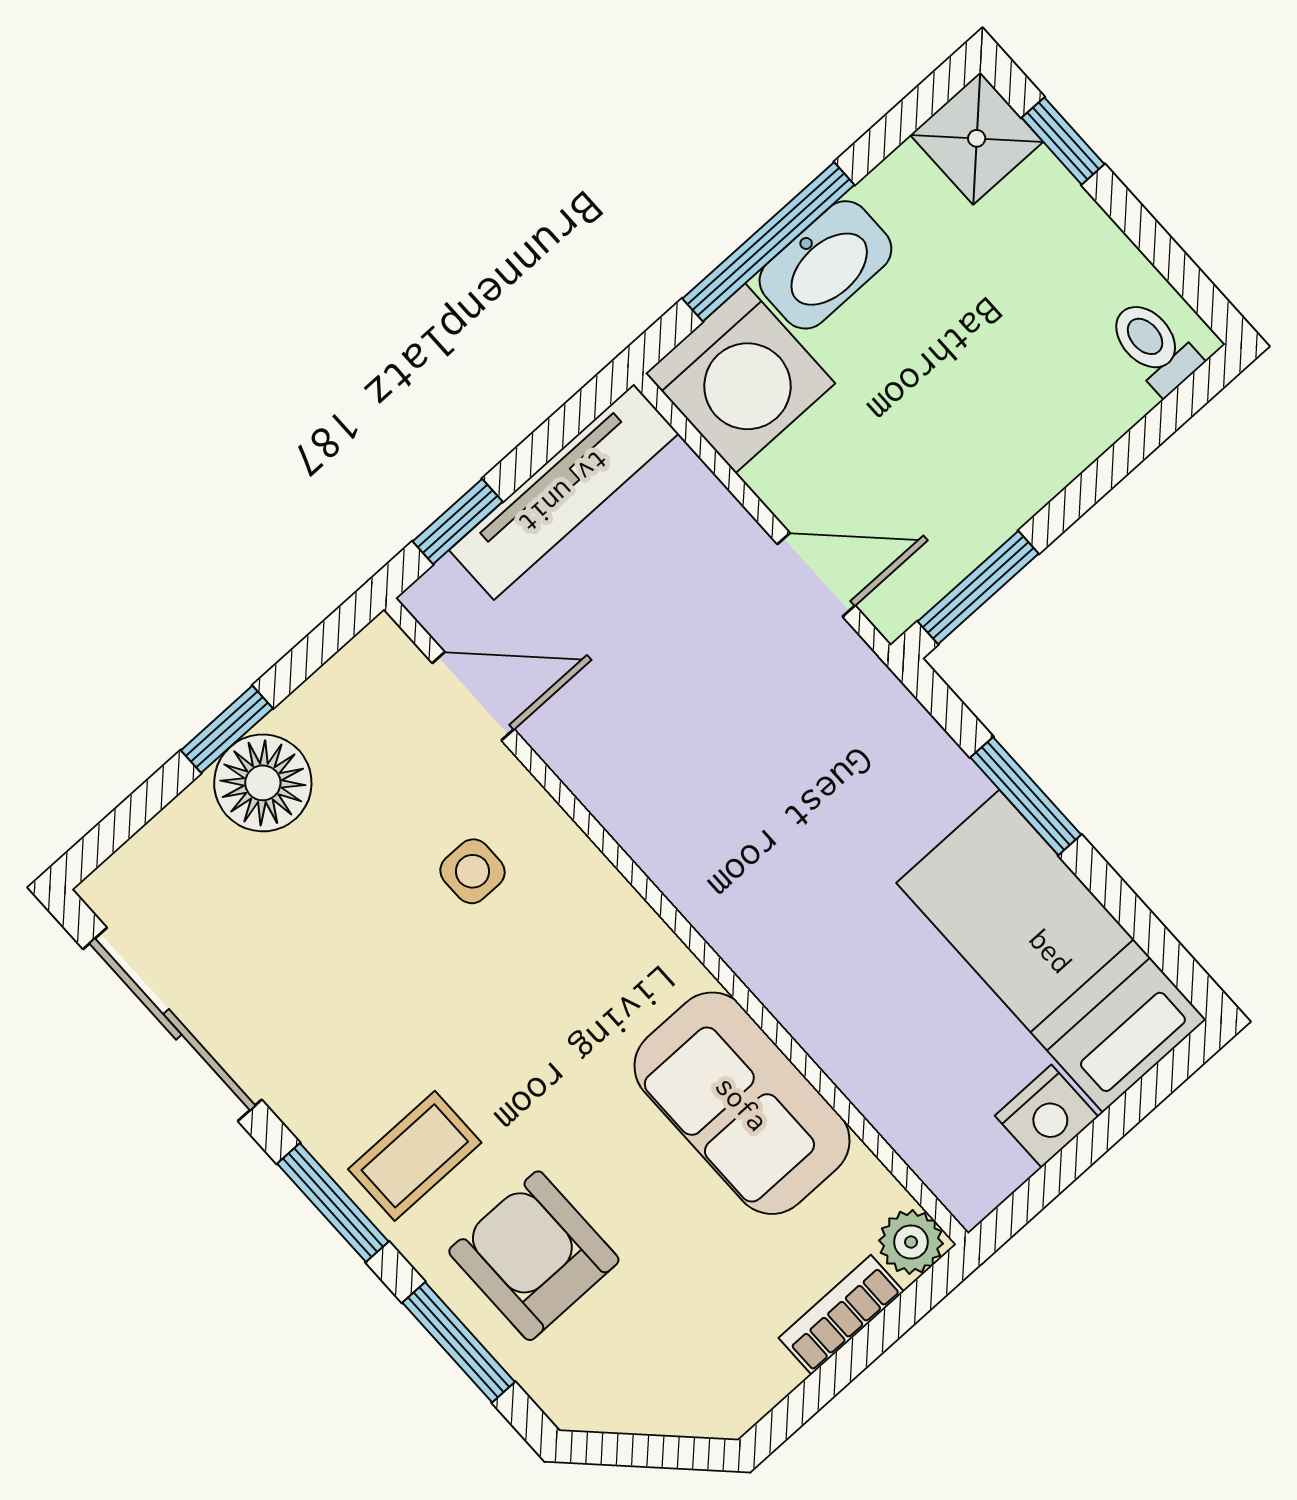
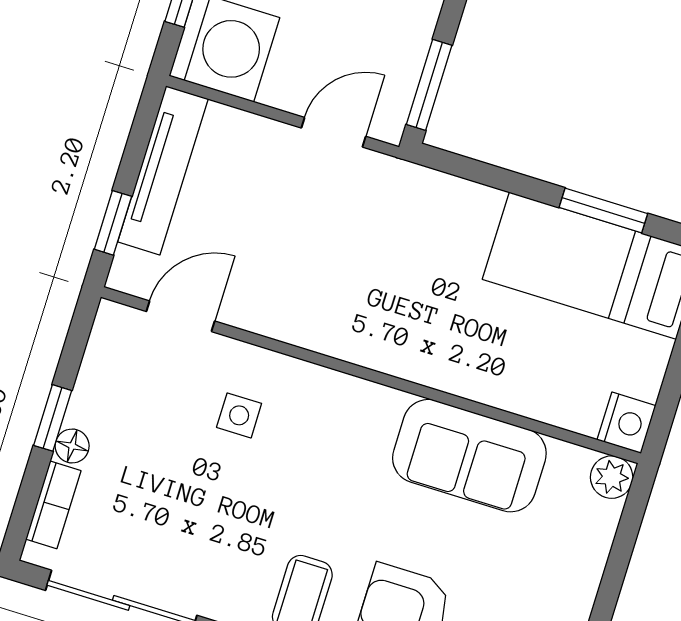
floor lamp: (263, 783) -> (72, 446), width x0.53, depth x0.53
window: (1026, 796) -> (603, 210), moved
nightstand: (1047, 1116) -> (626, 423), moved
bookcase: (841, 1315) -> (53, 505), moved, turned 180

